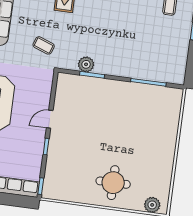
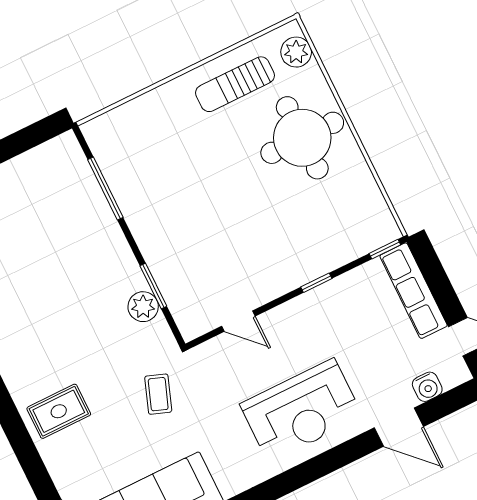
door: (50, 119) -> (238, 321), moved
sun lounger: (156, 169) -> (235, 84), added
round table: (113, 183) -> (302, 138), width x1.36, depth x1.36

